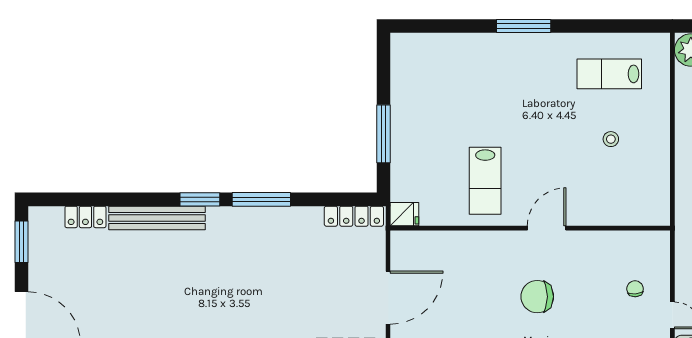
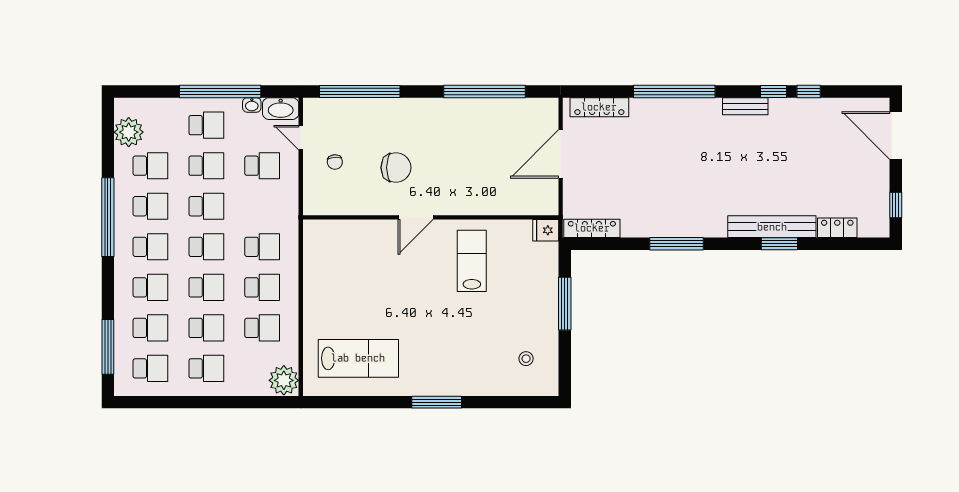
lab bench: (609, 74) -> (358, 358), width x1.36, depth x1.39
stool: (611, 139) -> (526, 359), moved
window: (200, 199) -> (779, 244), moved
window: (21, 242) -> (896, 205), width x0.67
chair: (537, 297) -> (396, 168), moved

